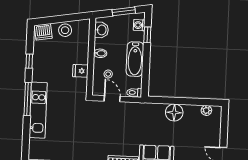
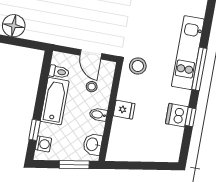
window: (124, 11) -> (74, 165), moved
stool: (65, 30) -> (138, 66), moved
dishwasher: (43, 32) -> (177, 115), moved, turned -81
fridge: (80, 71) -> (124, 110), moved
toilet: (134, 93) -> (59, 72), moved

